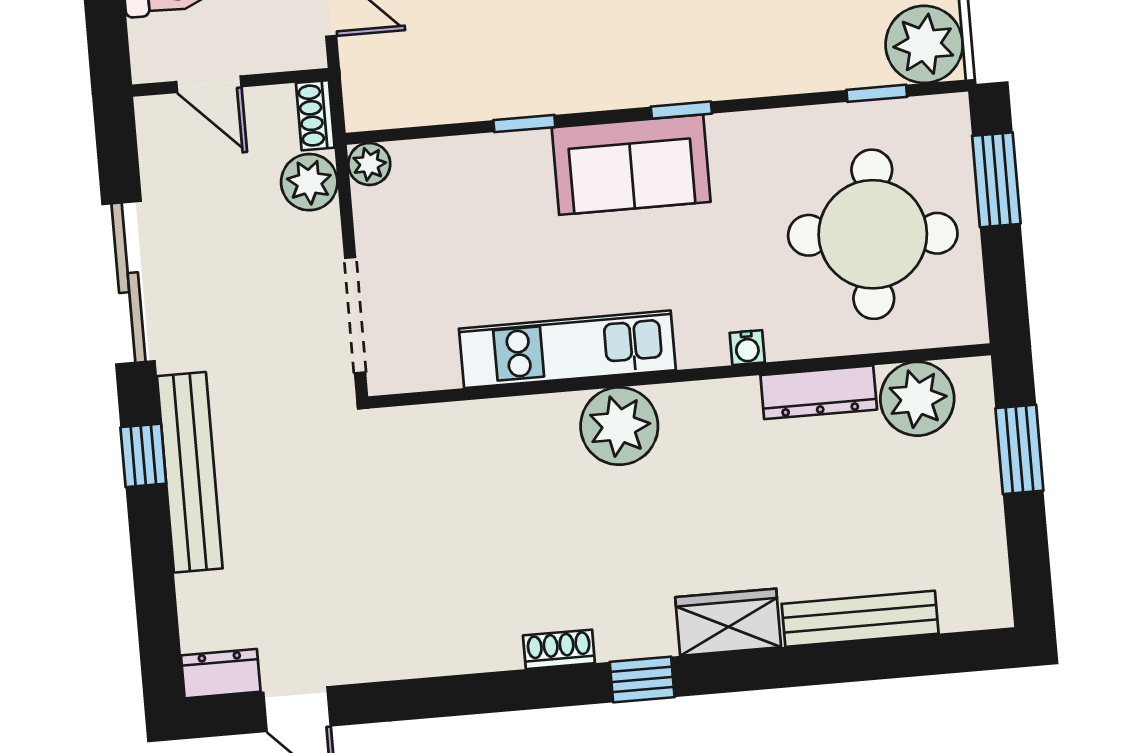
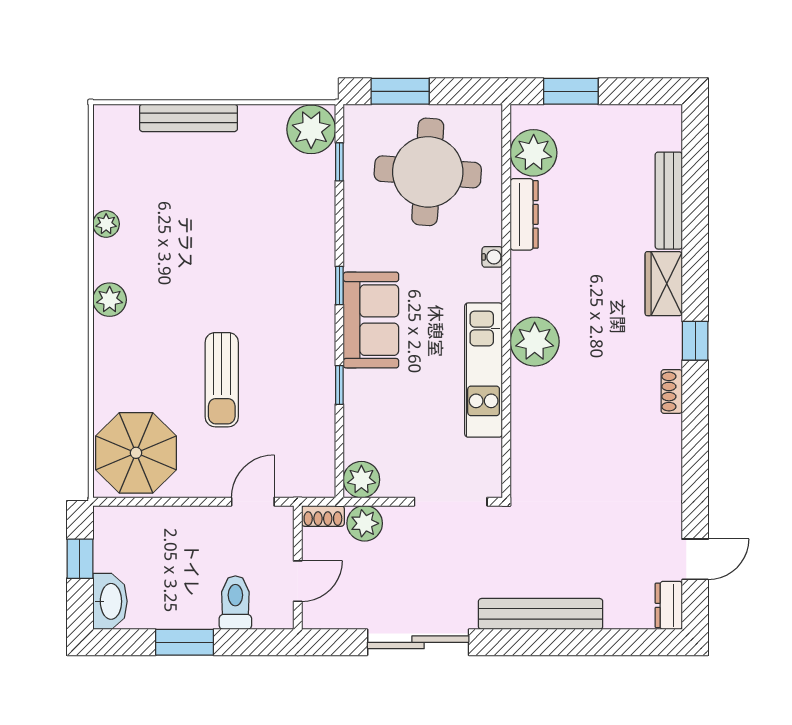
plant: (369, 164) -> (361, 480), width x1.38, depth x1.38
window: (143, 455) -> (527, 642), removed

